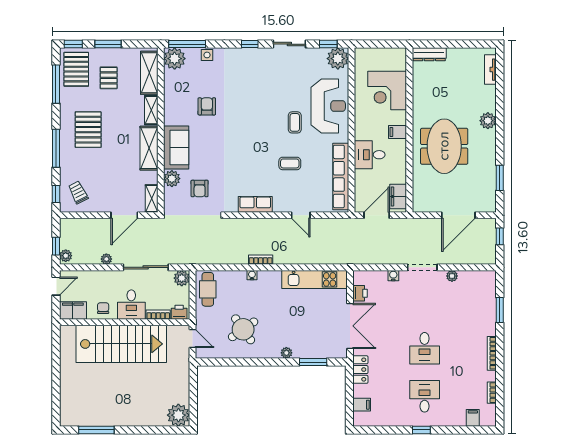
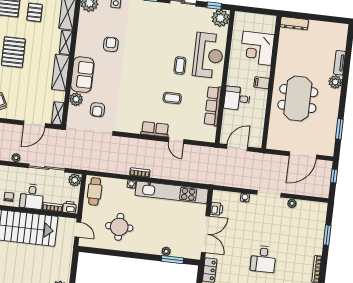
tv unit: (490, 70) -> (340, 63), moved
row of seats: (341, 176) -> (213, 106), width x0.73
filing cabinet: (398, 196) -> (256, 135), removed
row of seats: (255, 204) -> (155, 129), moved
kitchen unit: (314, 279) -> (172, 192), width x1.36
round table: (243, 329) -> (119, 227), turned 35
plant: (286, 353) -> (166, 251), moved

